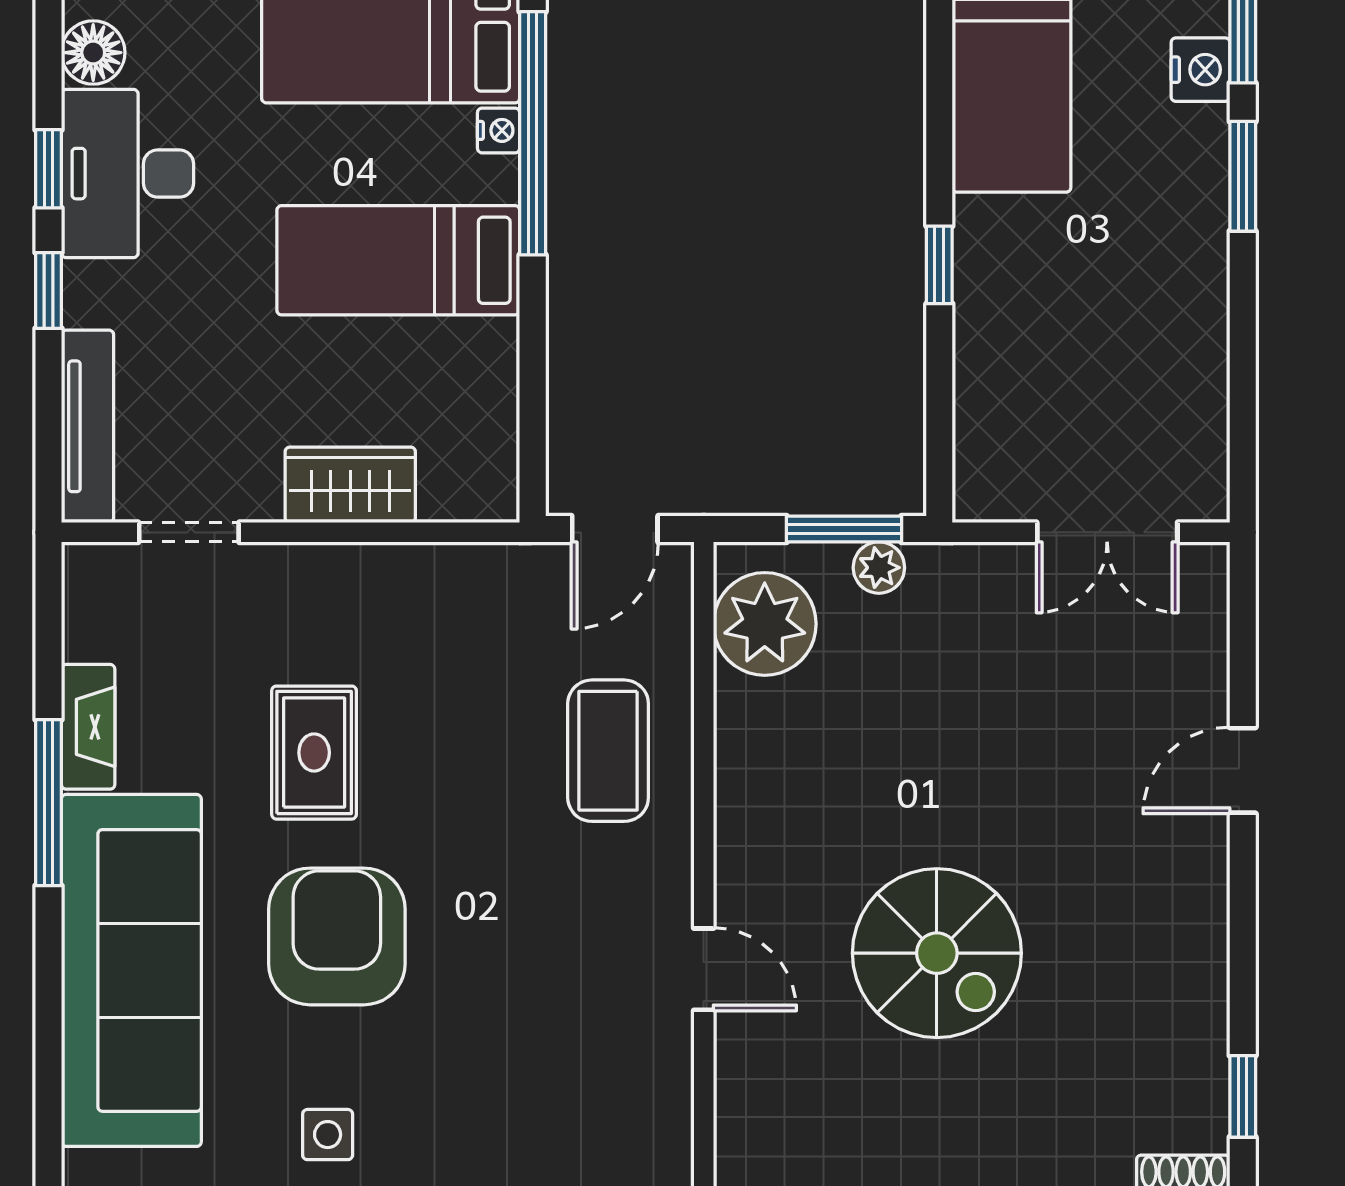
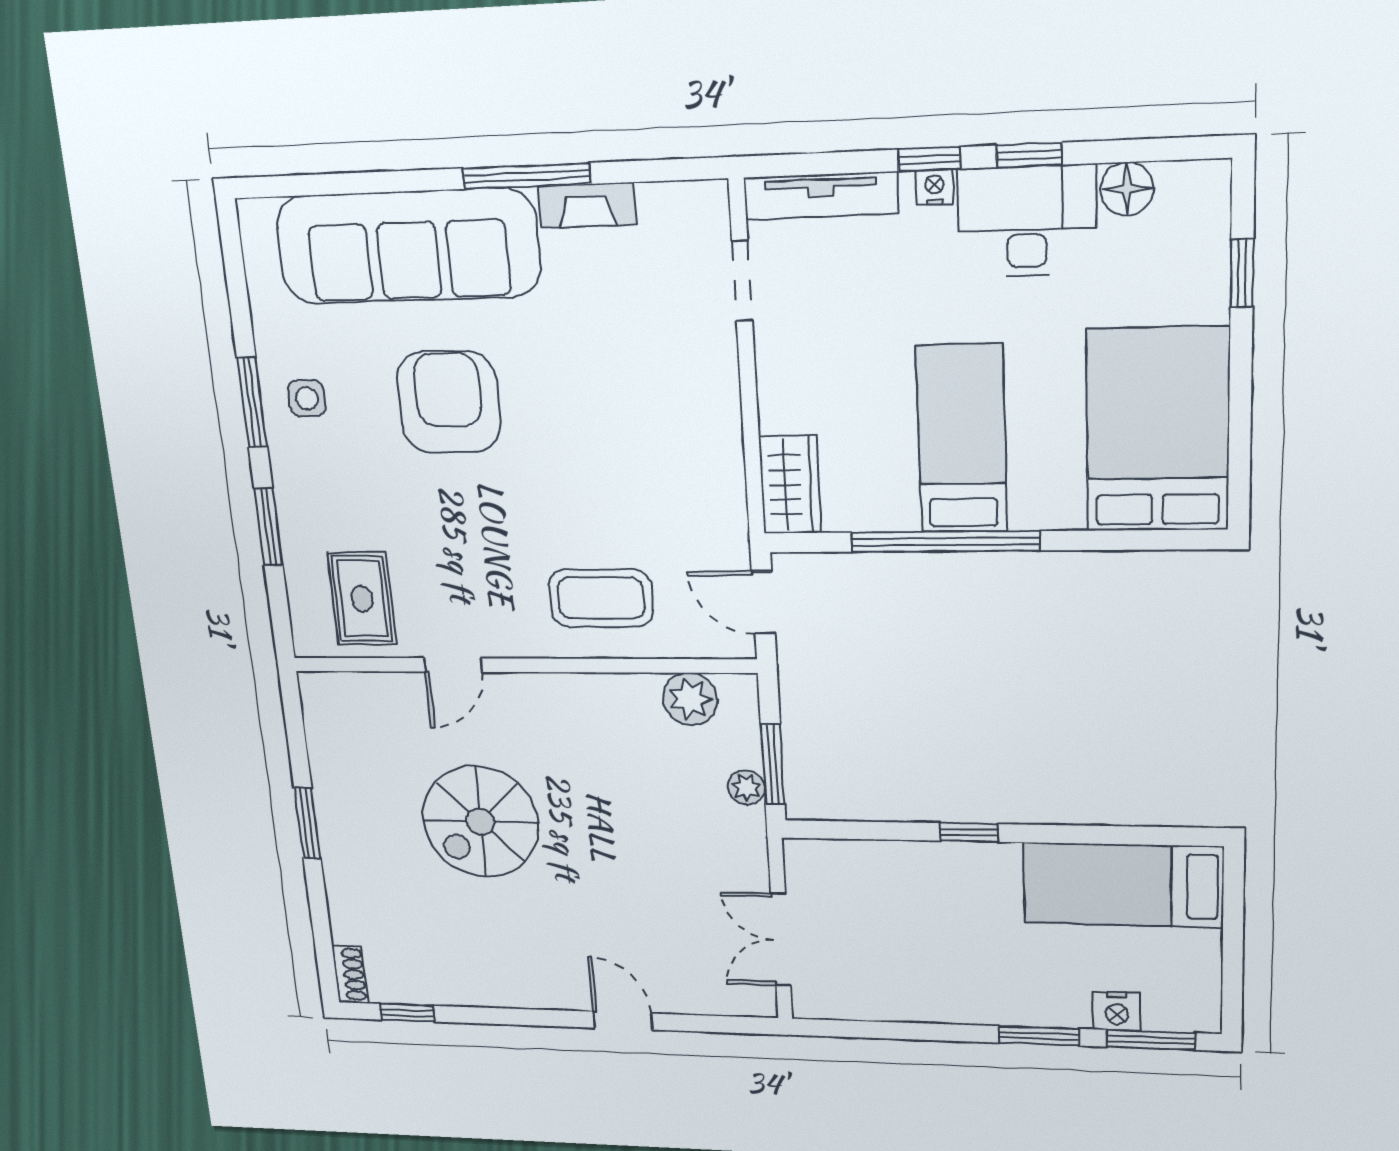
nightstand: (499, 130) -> (934, 187), moved, turned 180
window: (533, 133) -> (945, 541), moved
wardrobe: (350, 485) -> (790, 485), moved
plant: (765, 624) -> (690, 699), width x0.73, depth x0.73
rug: (314, 753) -> (362, 599), moved, turned 90
armchair: (337, 936) -> (449, 402), turned -90

